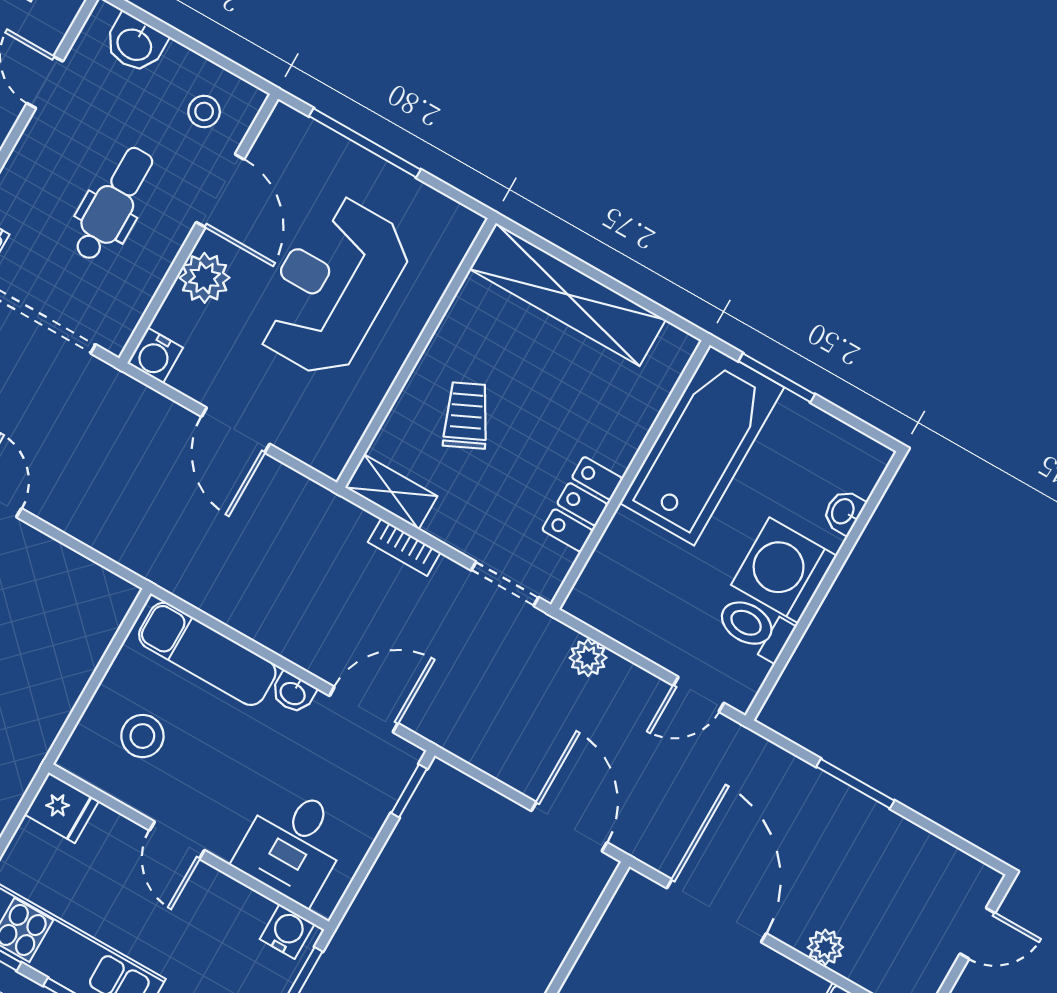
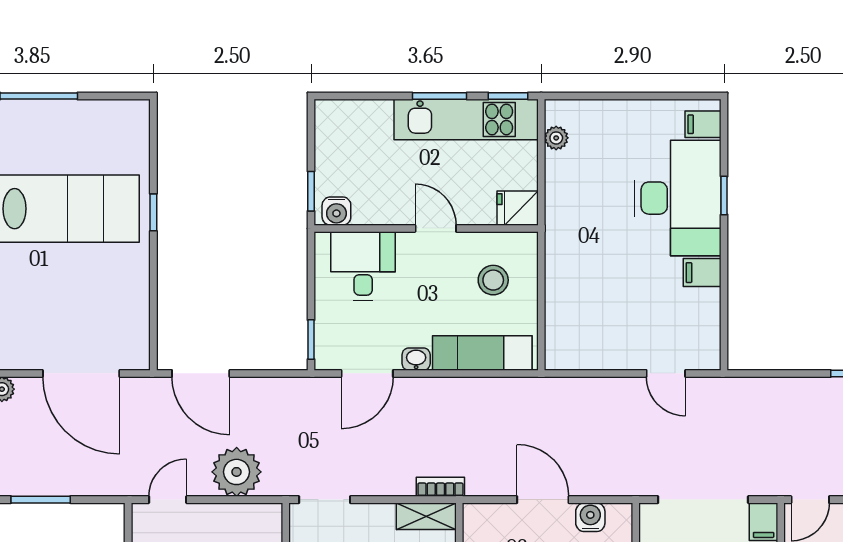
water cooler: (155, 355) -> (590, 517), moved
bookcase: (404, 547) -> (440, 487), moved
plant: (588, 658) -> (237, 472), width x1.88, depth x1.88

